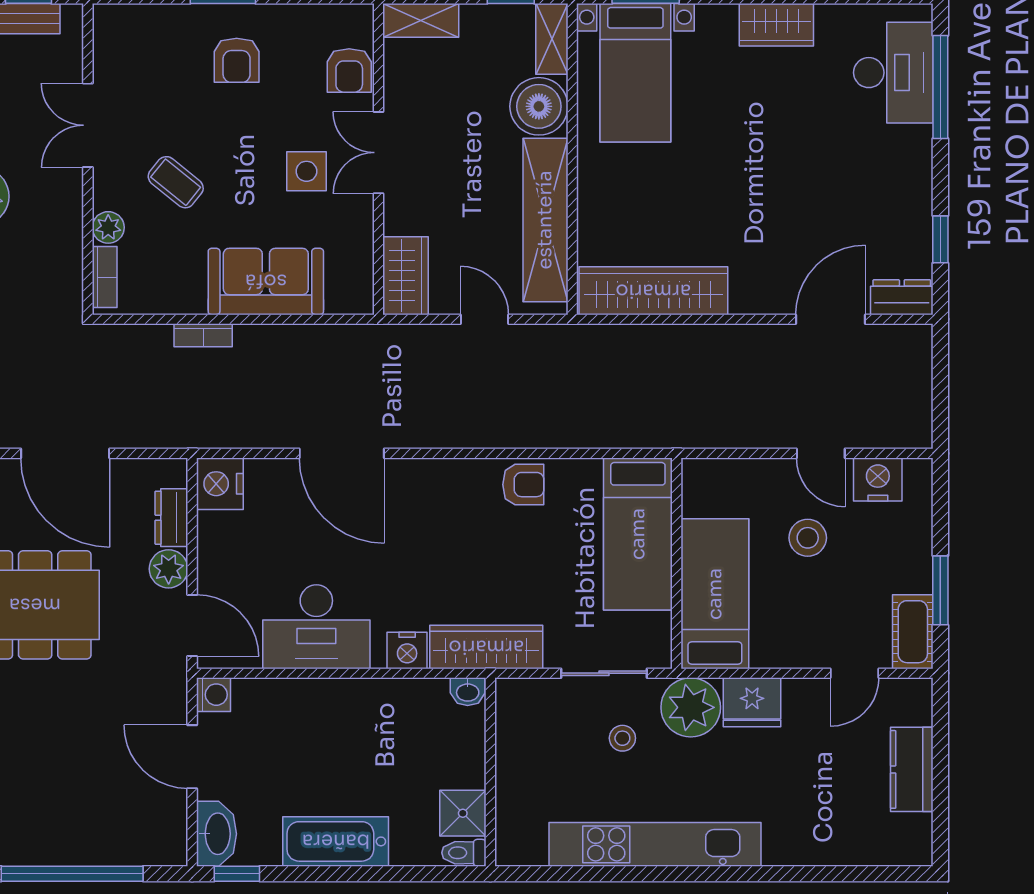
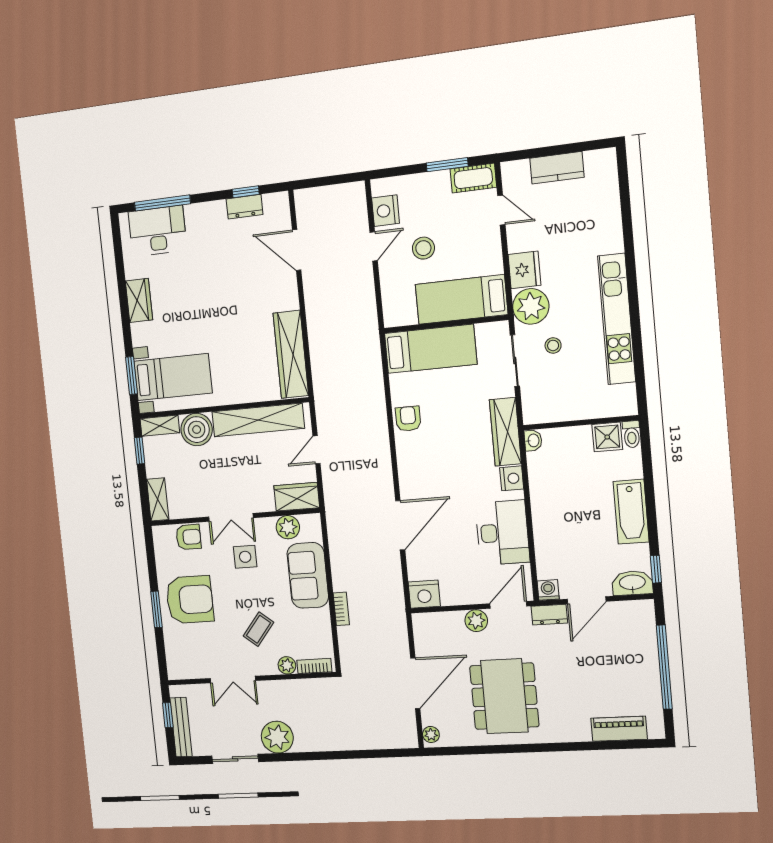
armchair: (237, 60) -> (190, 600), width x1.88, depth x1.88
plant: (353, 254) -> (288, 527), added
dresser: (902, 297) -> (245, 207), moved, turned -90
dresser: (171, 518) -> (549, 615), moved

